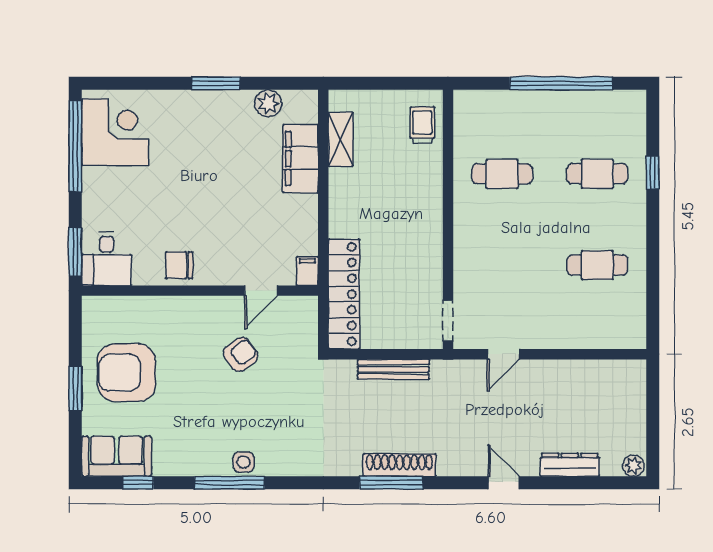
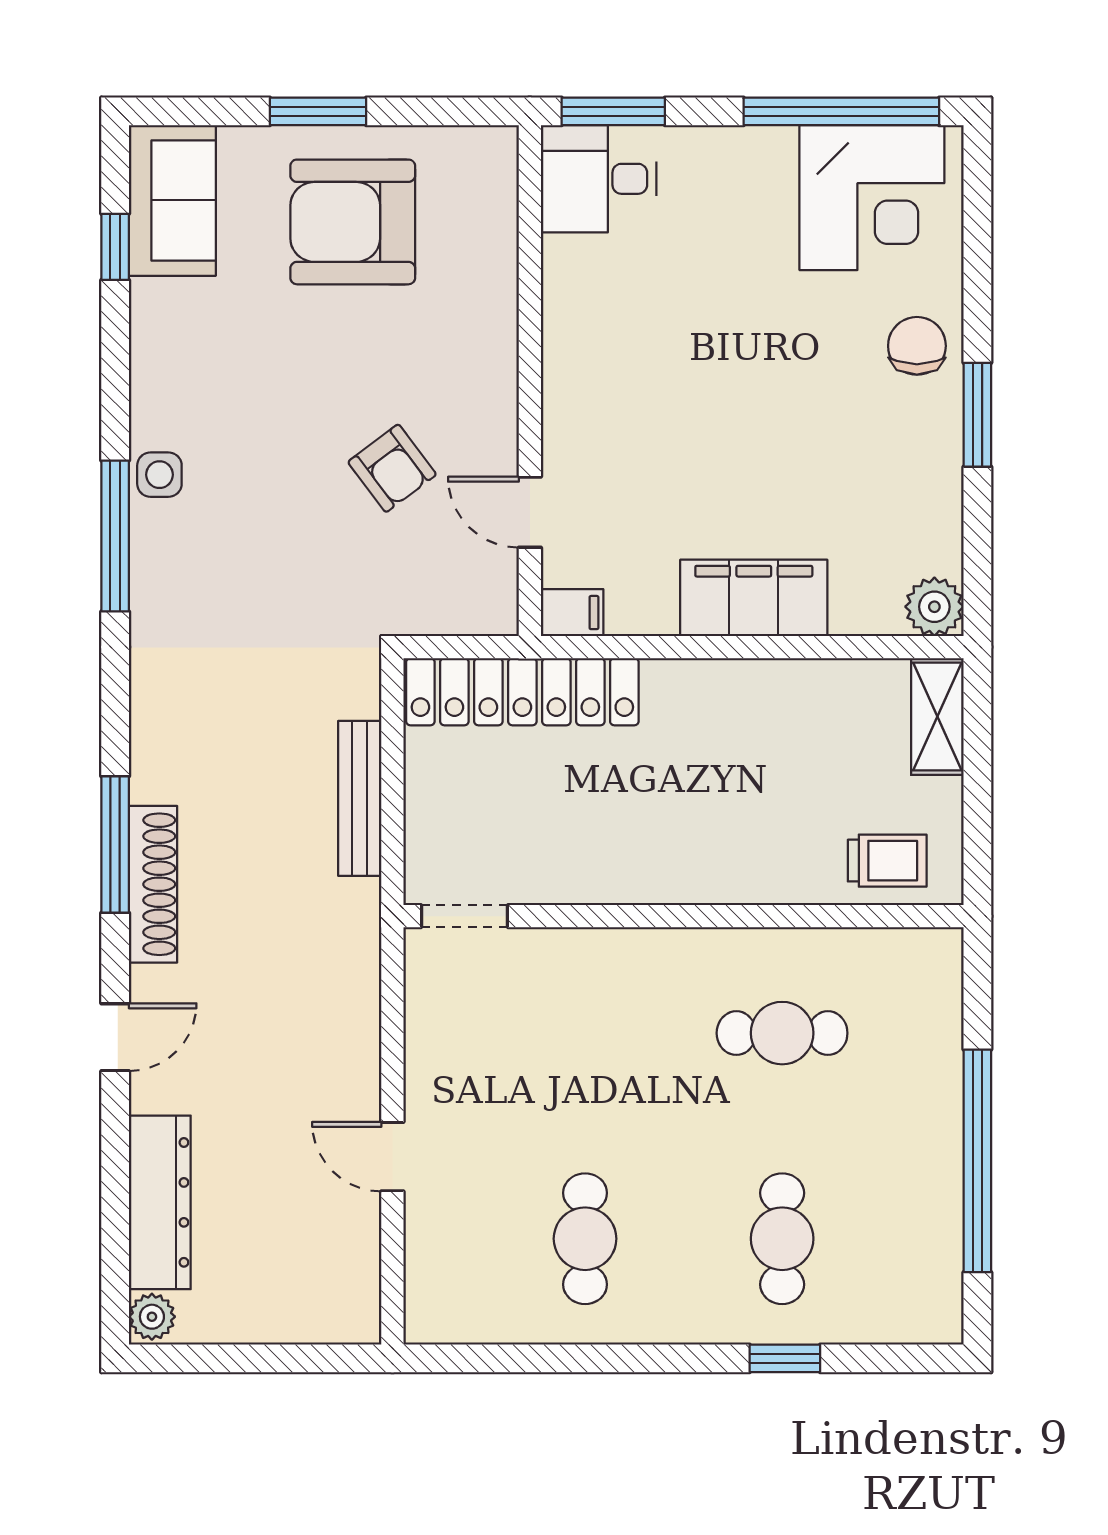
plant: (268, 103) -> (934, 607), moved
shelving: (341, 139) -> (937, 716), moved, turned 90
filing cabinet: (301, 159) -> (754, 598), moved
cafe table: (502, 174) -> (782, 1033), turned 90
chair: (179, 265) -> (917, 346), moved
door: (503, 354) -> (392, 1157), moved
armchair: (126, 373) -> (353, 222), turned -90
shoe rack: (399, 465) -> (153, 884), moved
dresser: (570, 465) -> (160, 1202), width x1.37, depth x1.24
window: (230, 483) -> (115, 536), moved
window: (391, 483) -> (115, 844), moved

